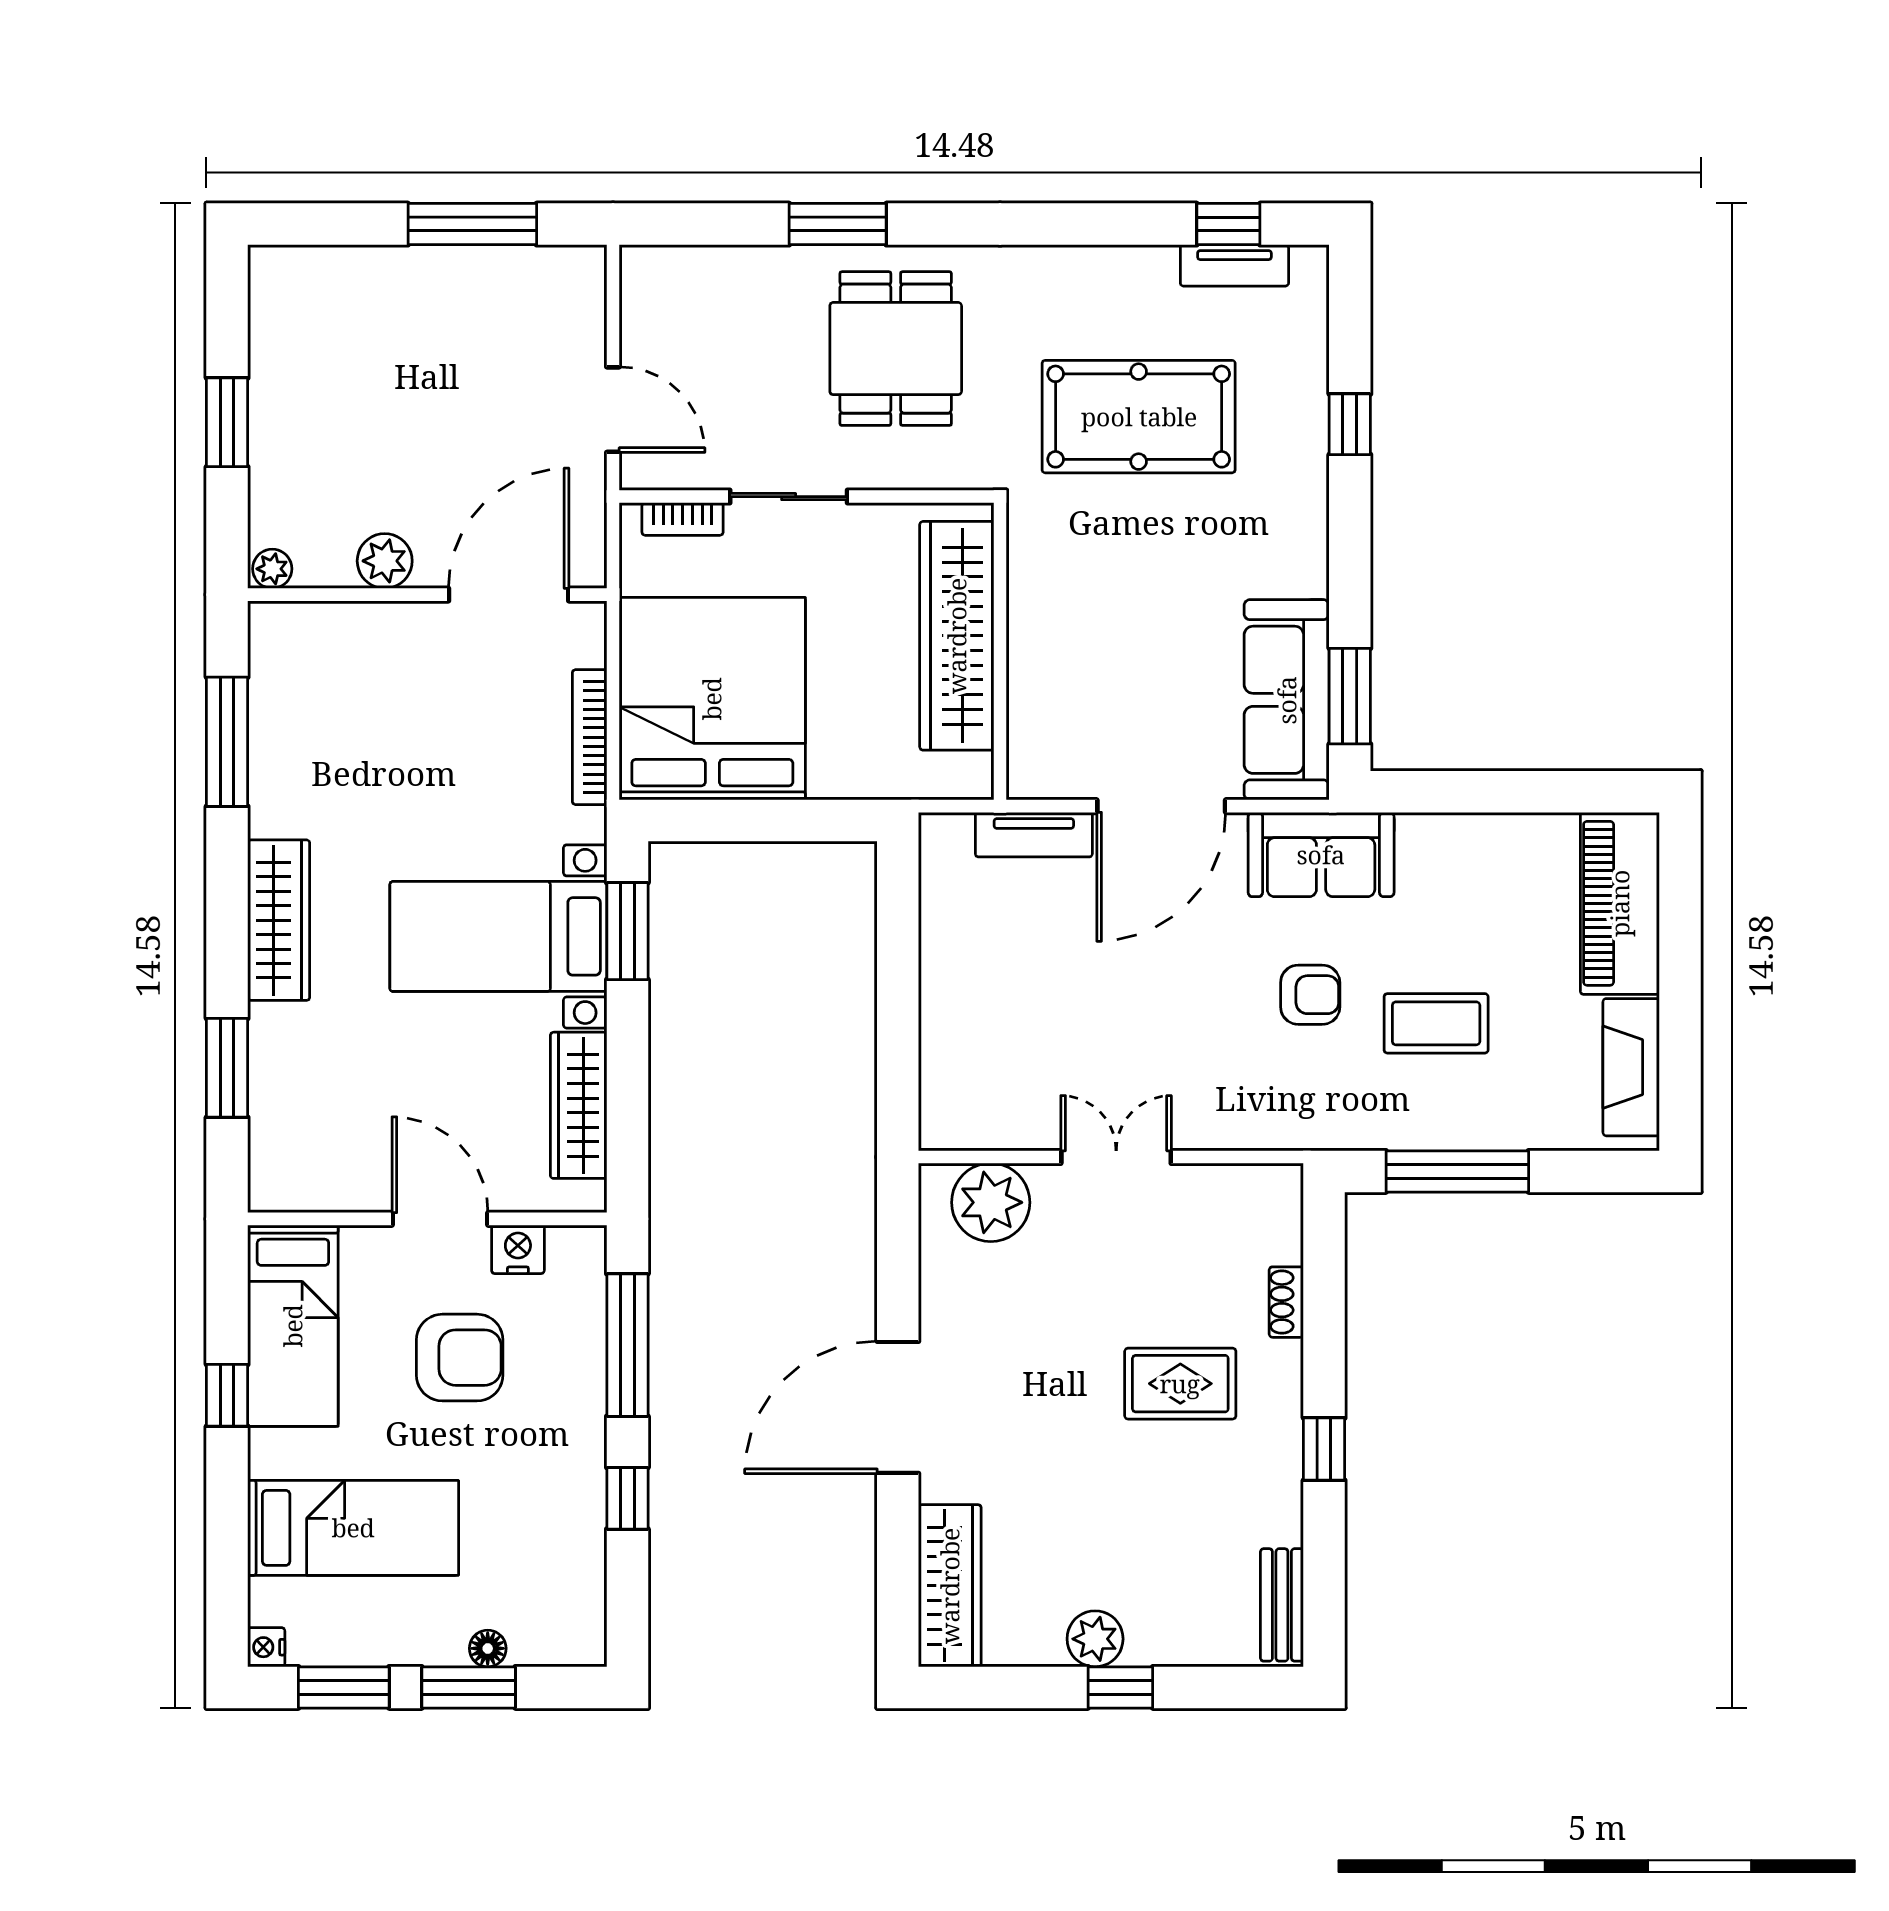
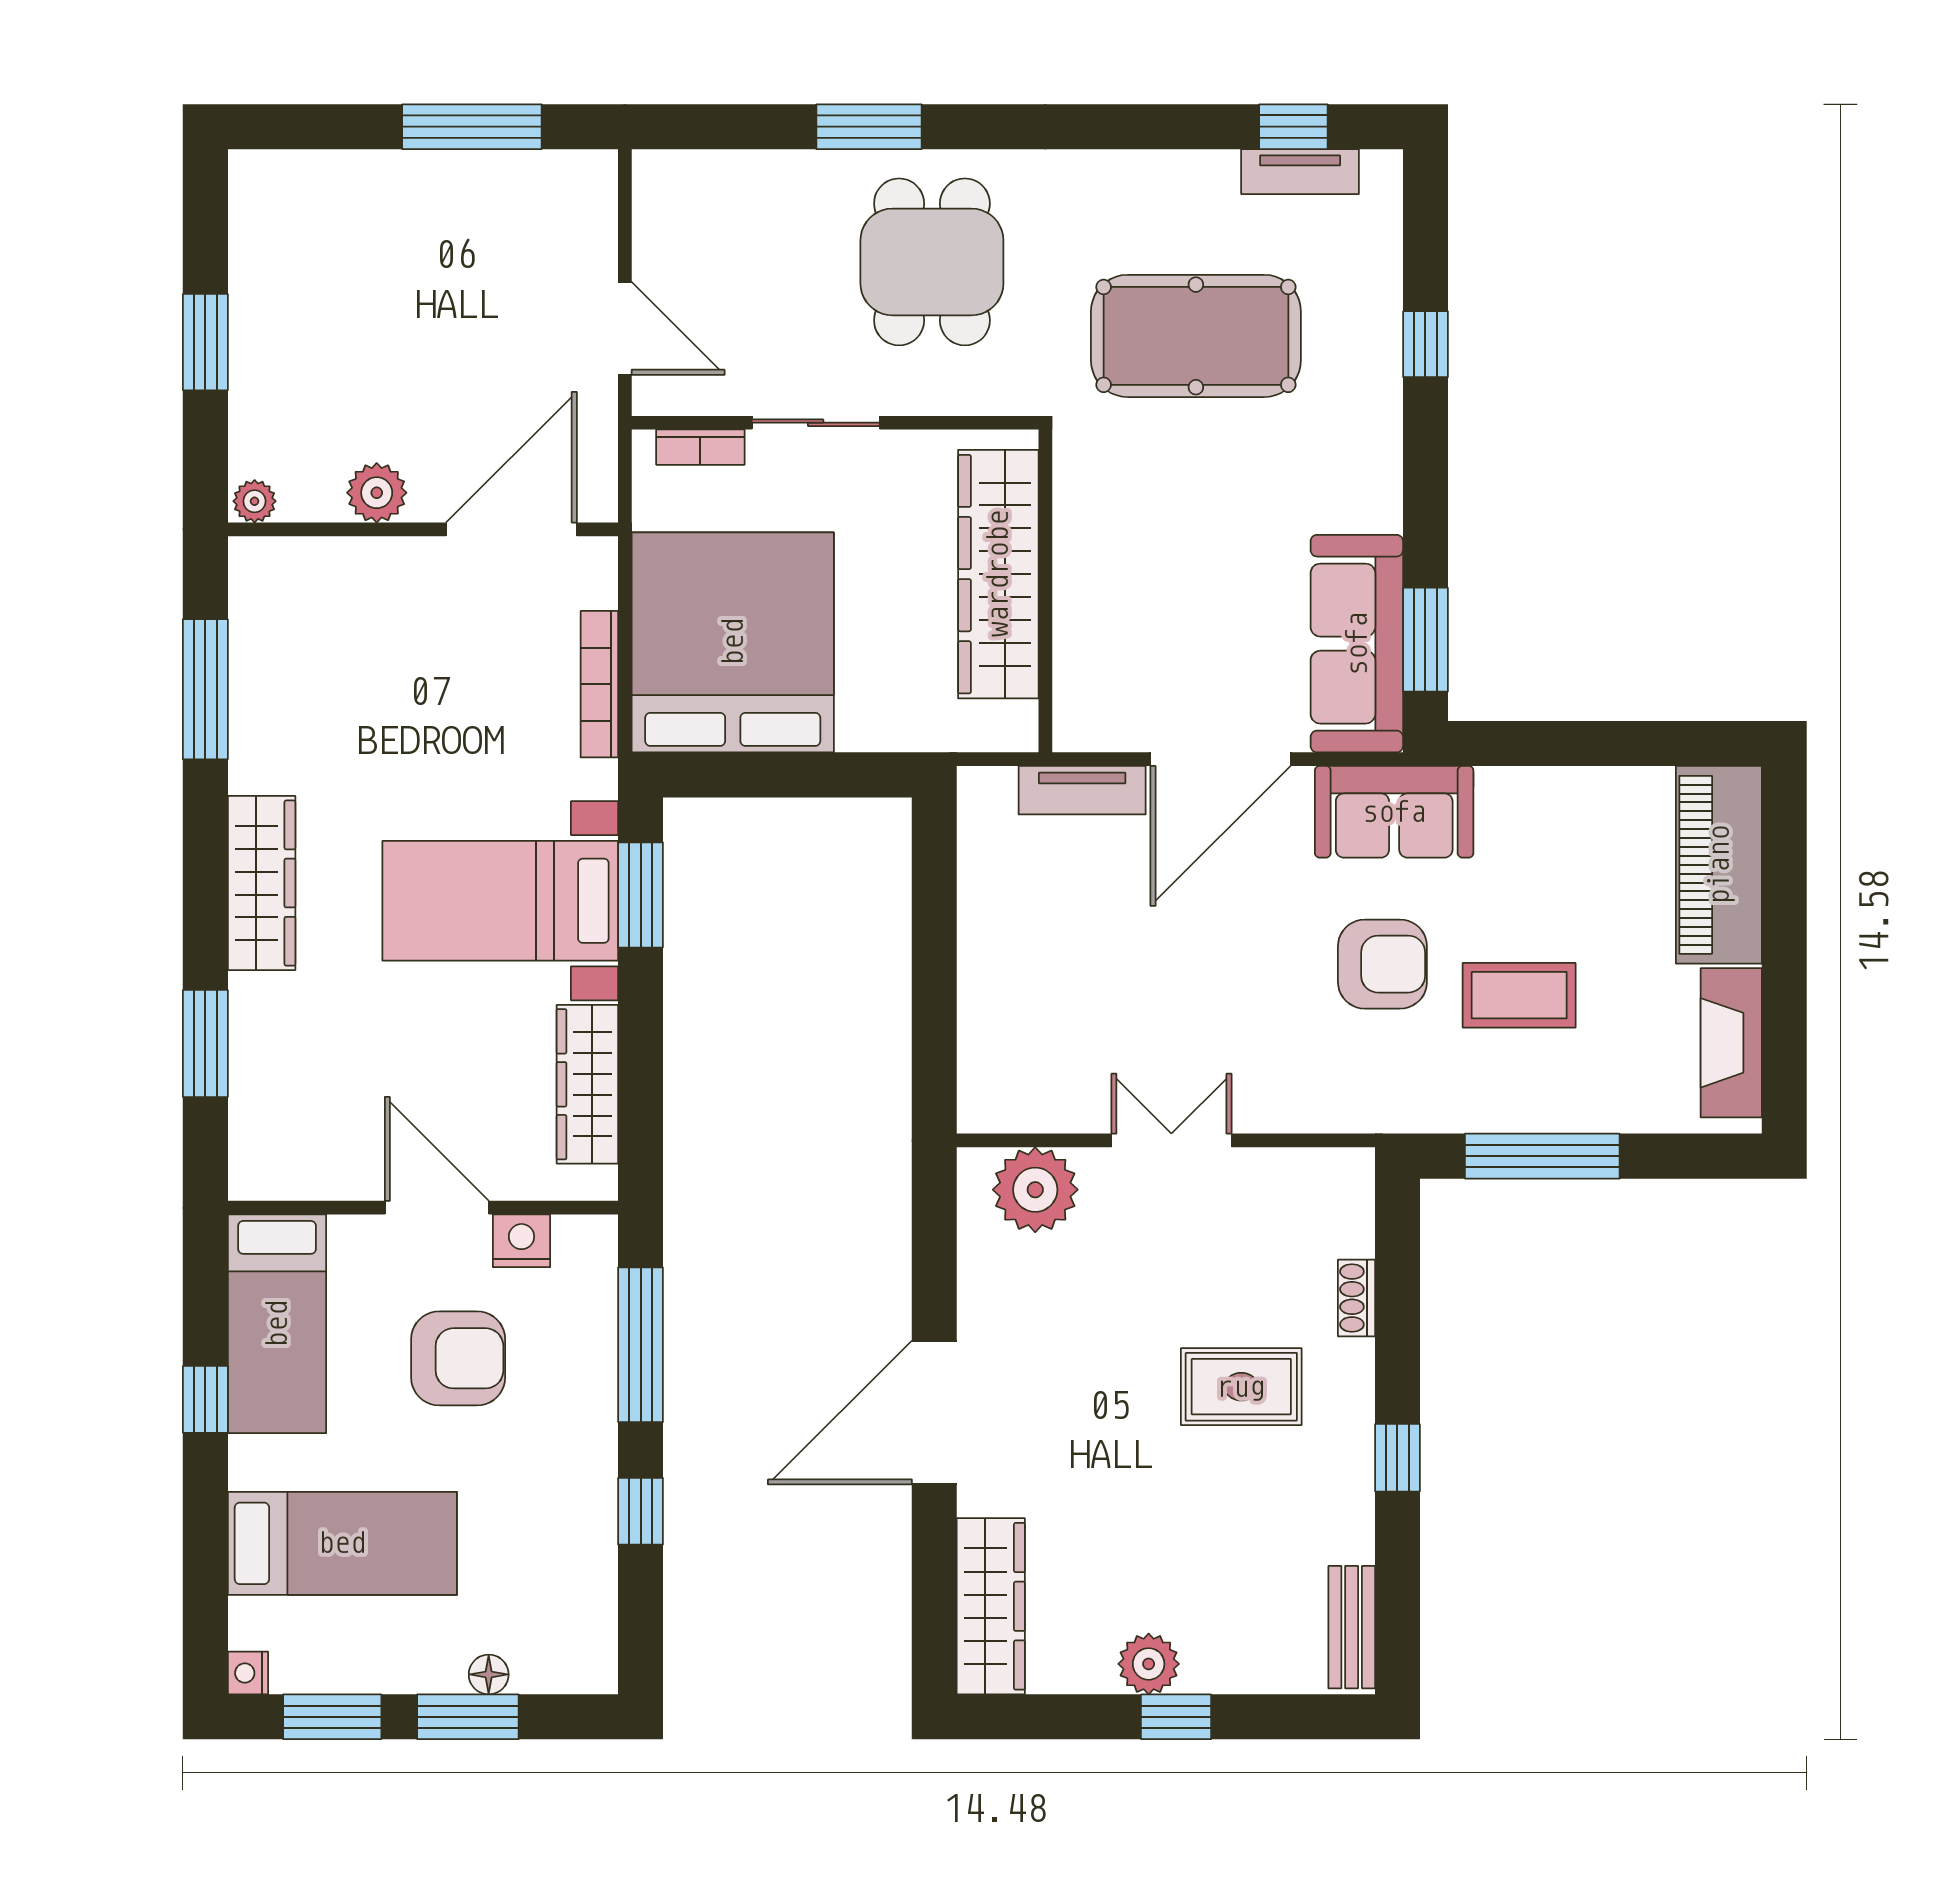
armchair: (1310, 995) -> (1382, 964), width x1.38, depth x1.38

